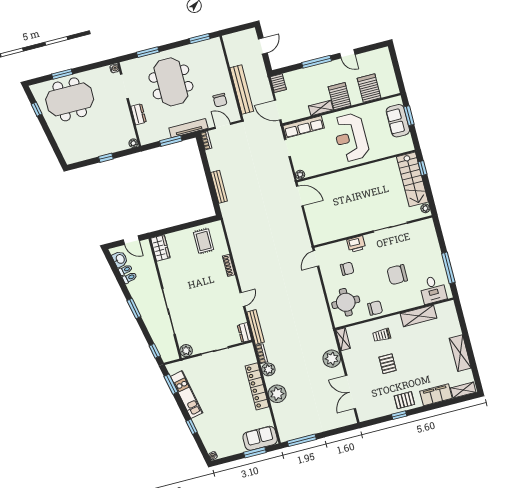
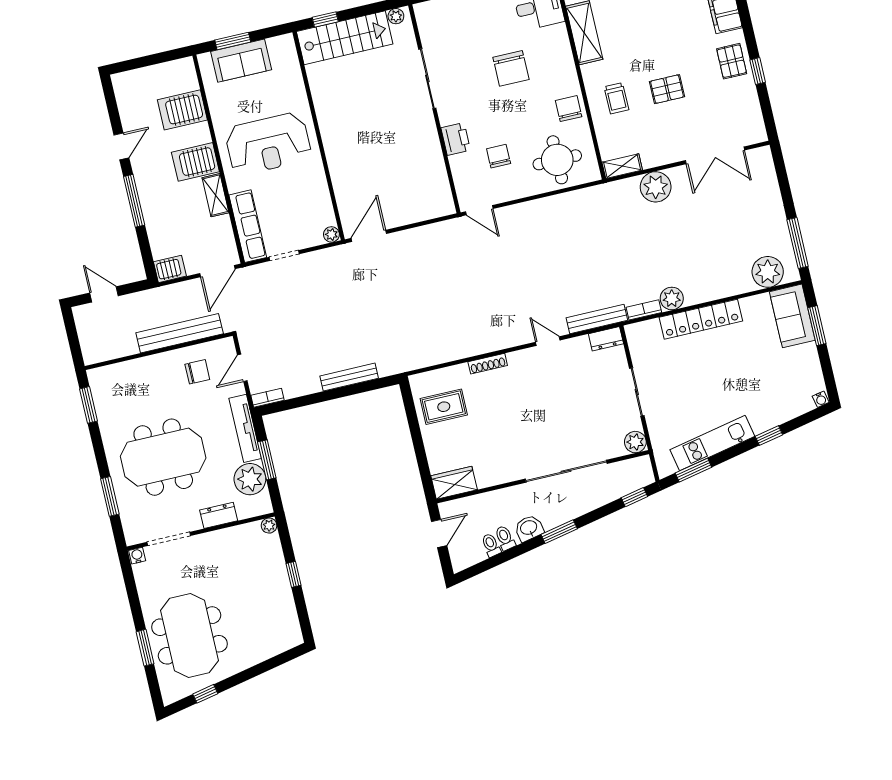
plant: (160, 132) -> (250, 479), added
washbasin: (120, 259) -> (529, 528), moved
plant: (277, 394) -> (768, 272), moved

